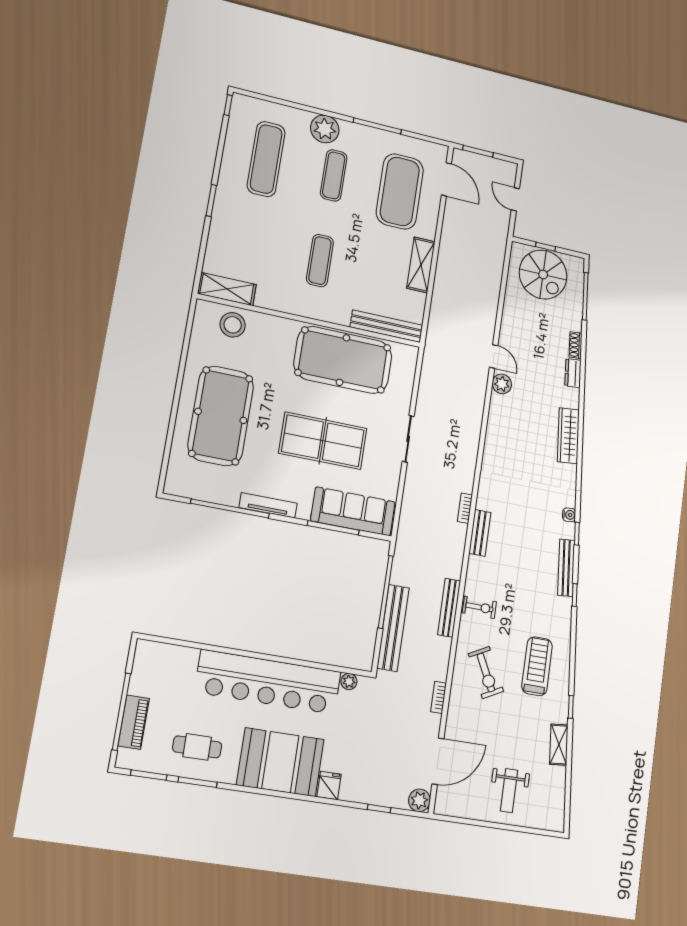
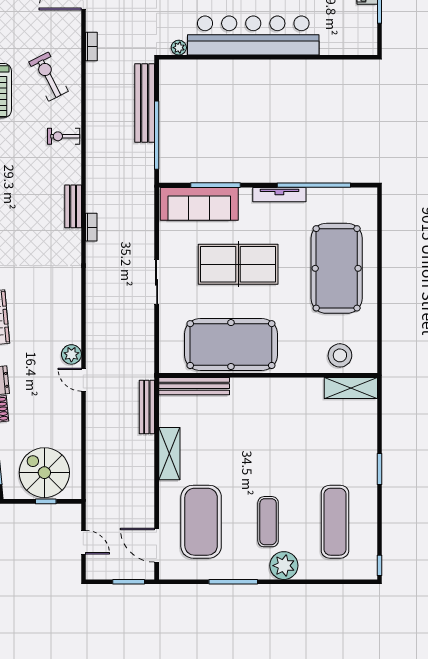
exercise mat: (320, 261) -> (268, 435), removed
bench: (449, 608) -> (147, 407), moved

